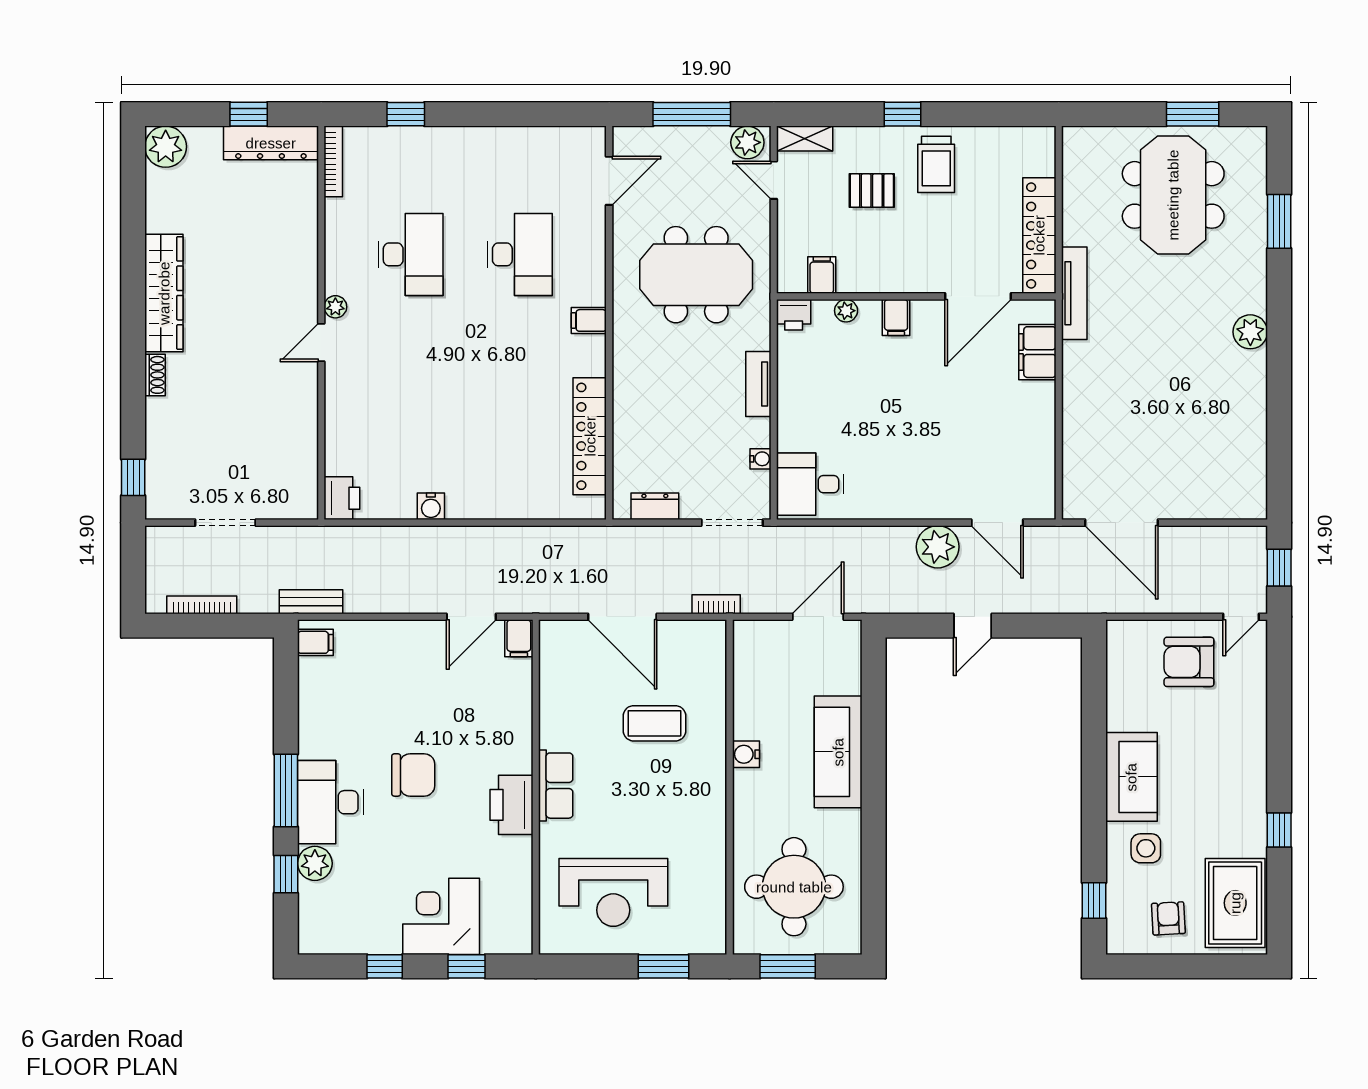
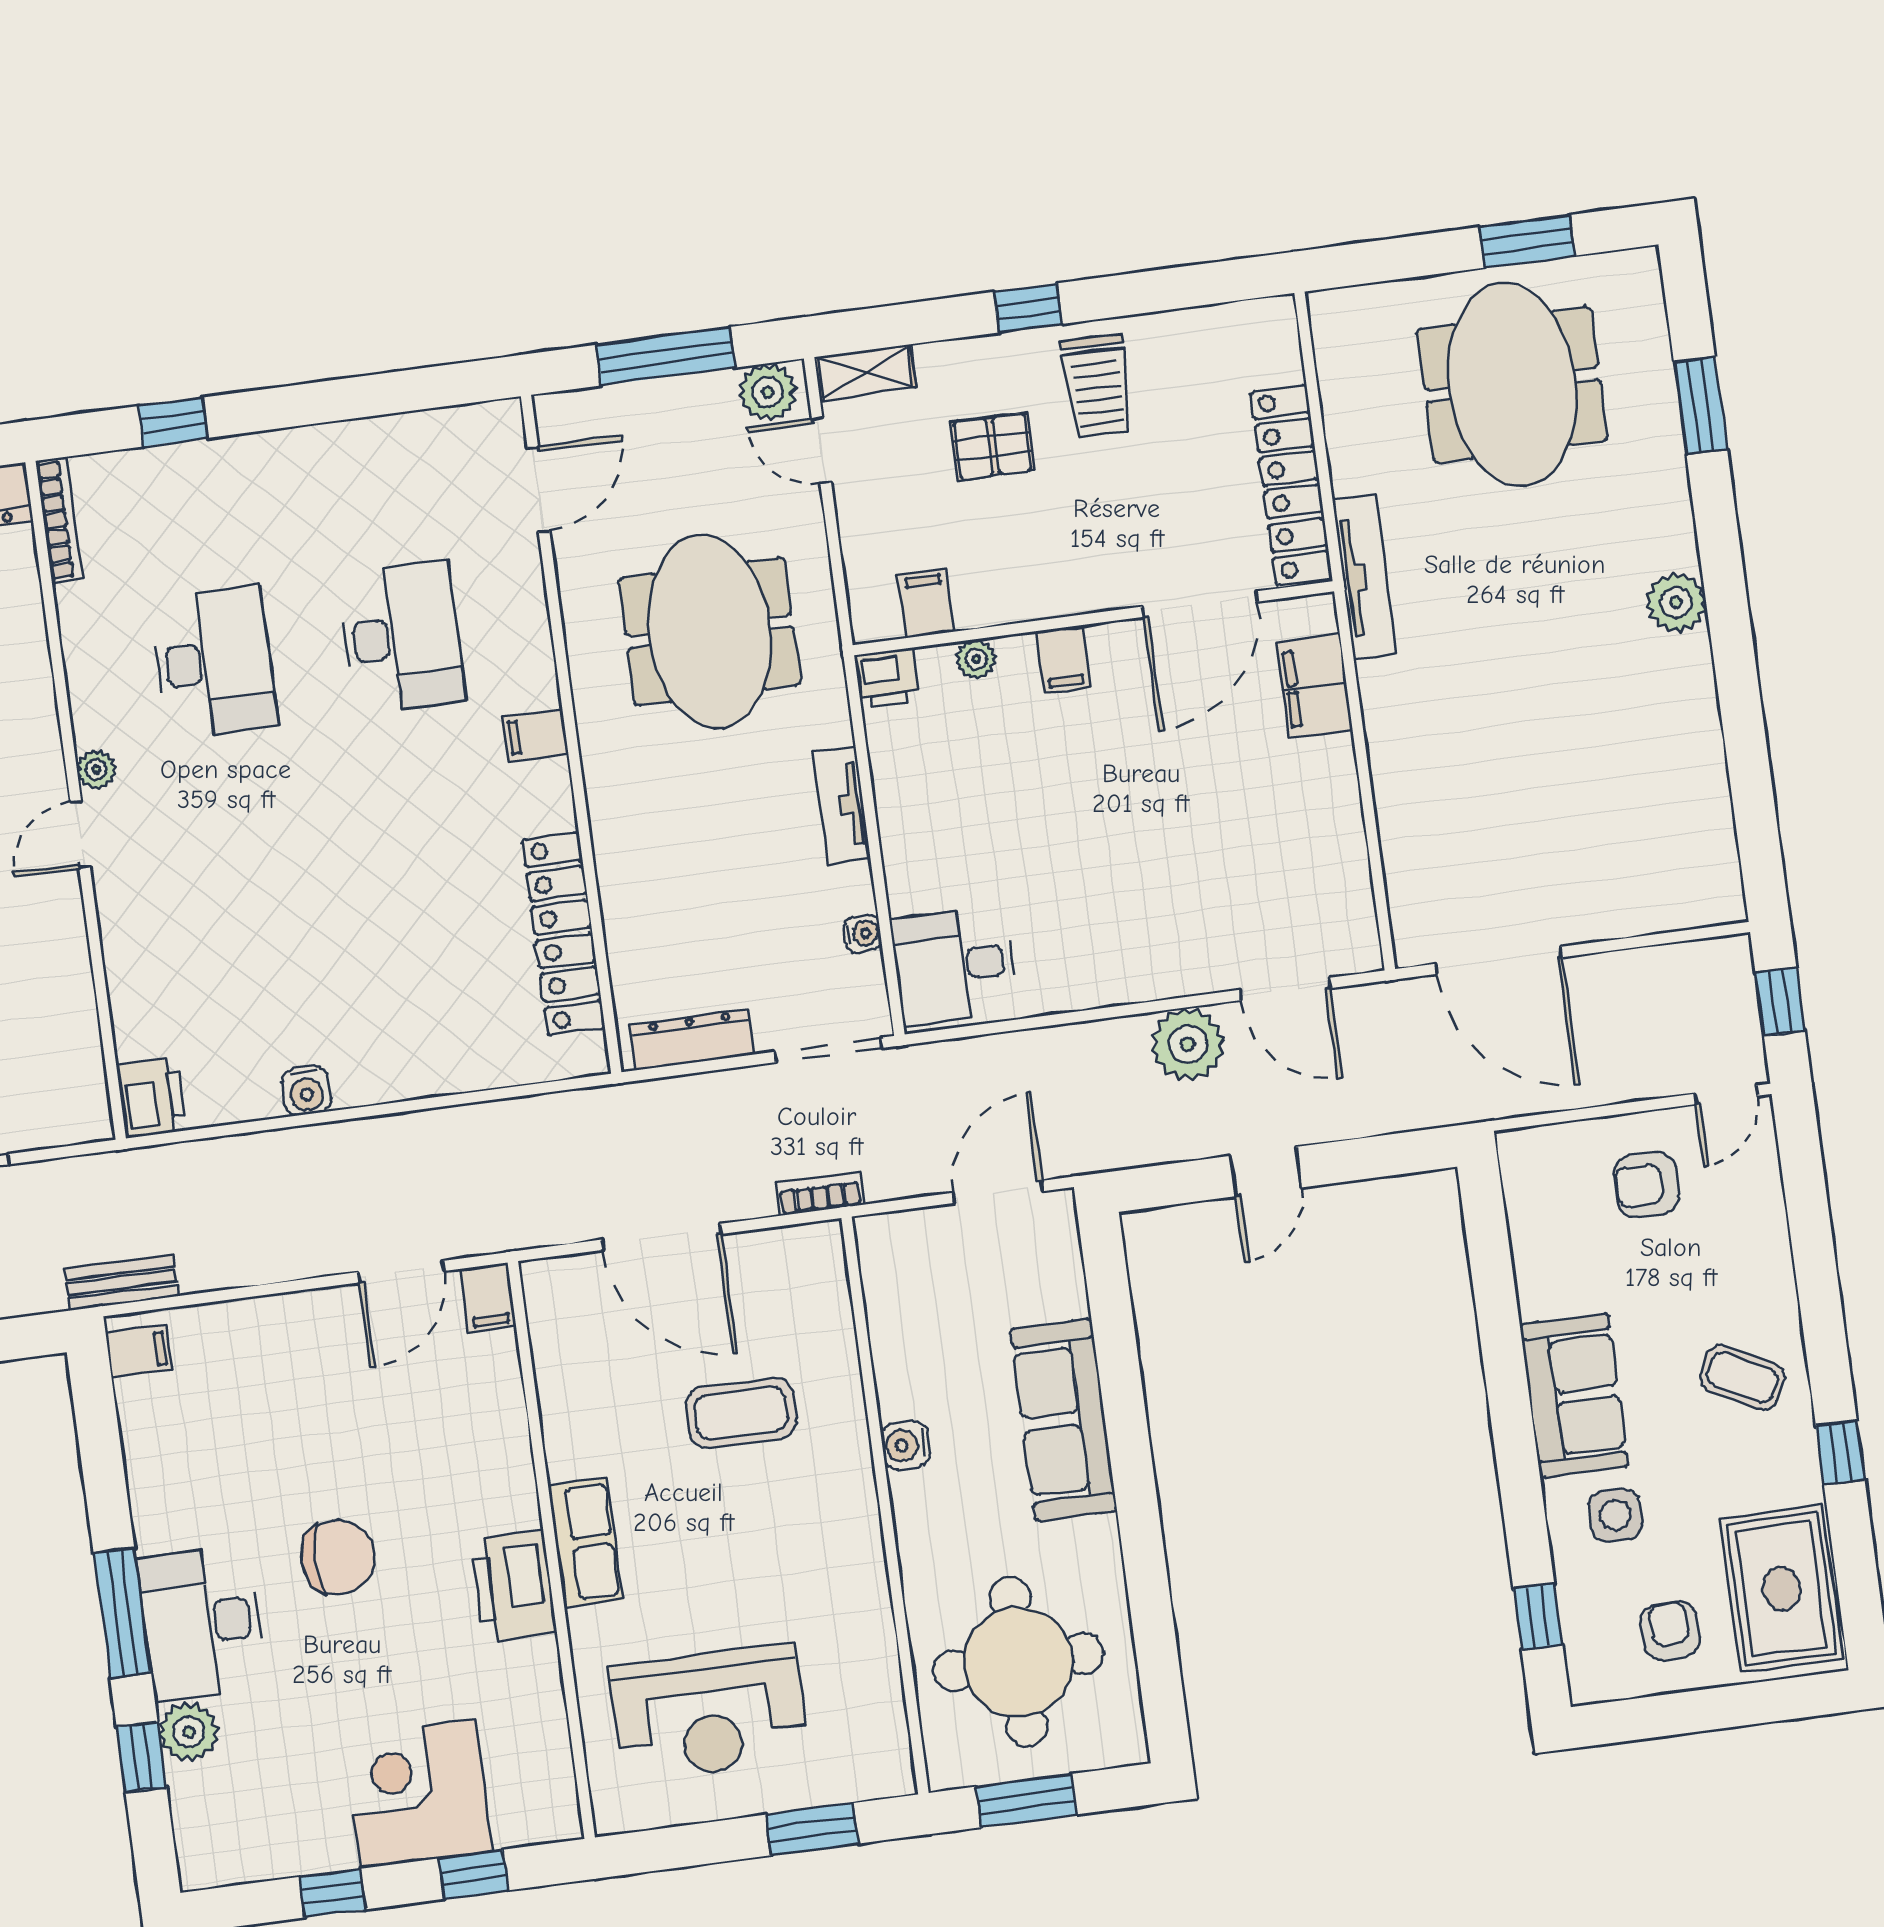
meeting table: (696, 275) -> (710, 631), turned 90
dresser: (655, 506) -> (692, 1040), width x1.44
armchair: (1189, 662) -> (1647, 1185), width x0.72, depth x0.72
coffee table: (1229, 779) -> (1742, 1377), added

